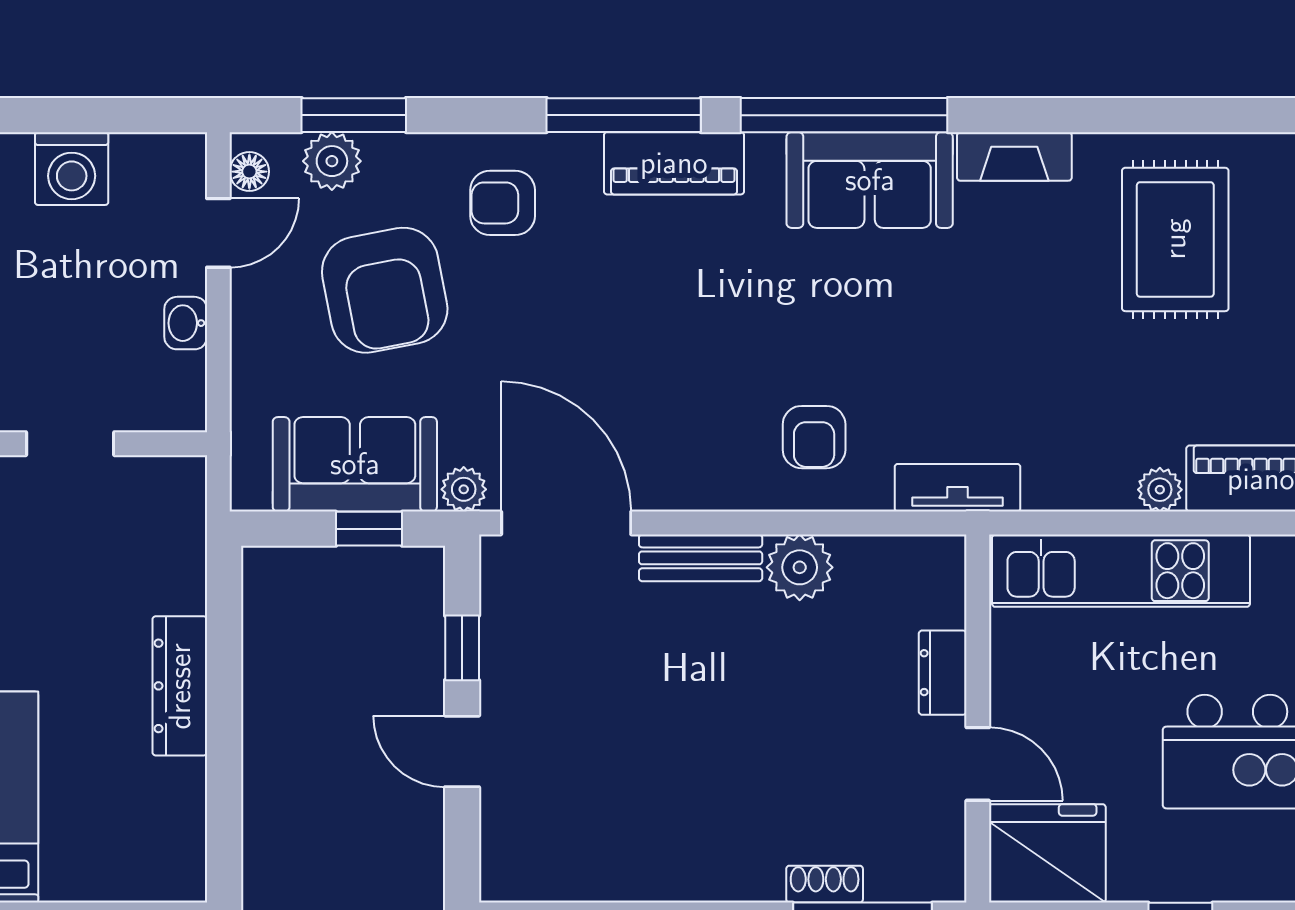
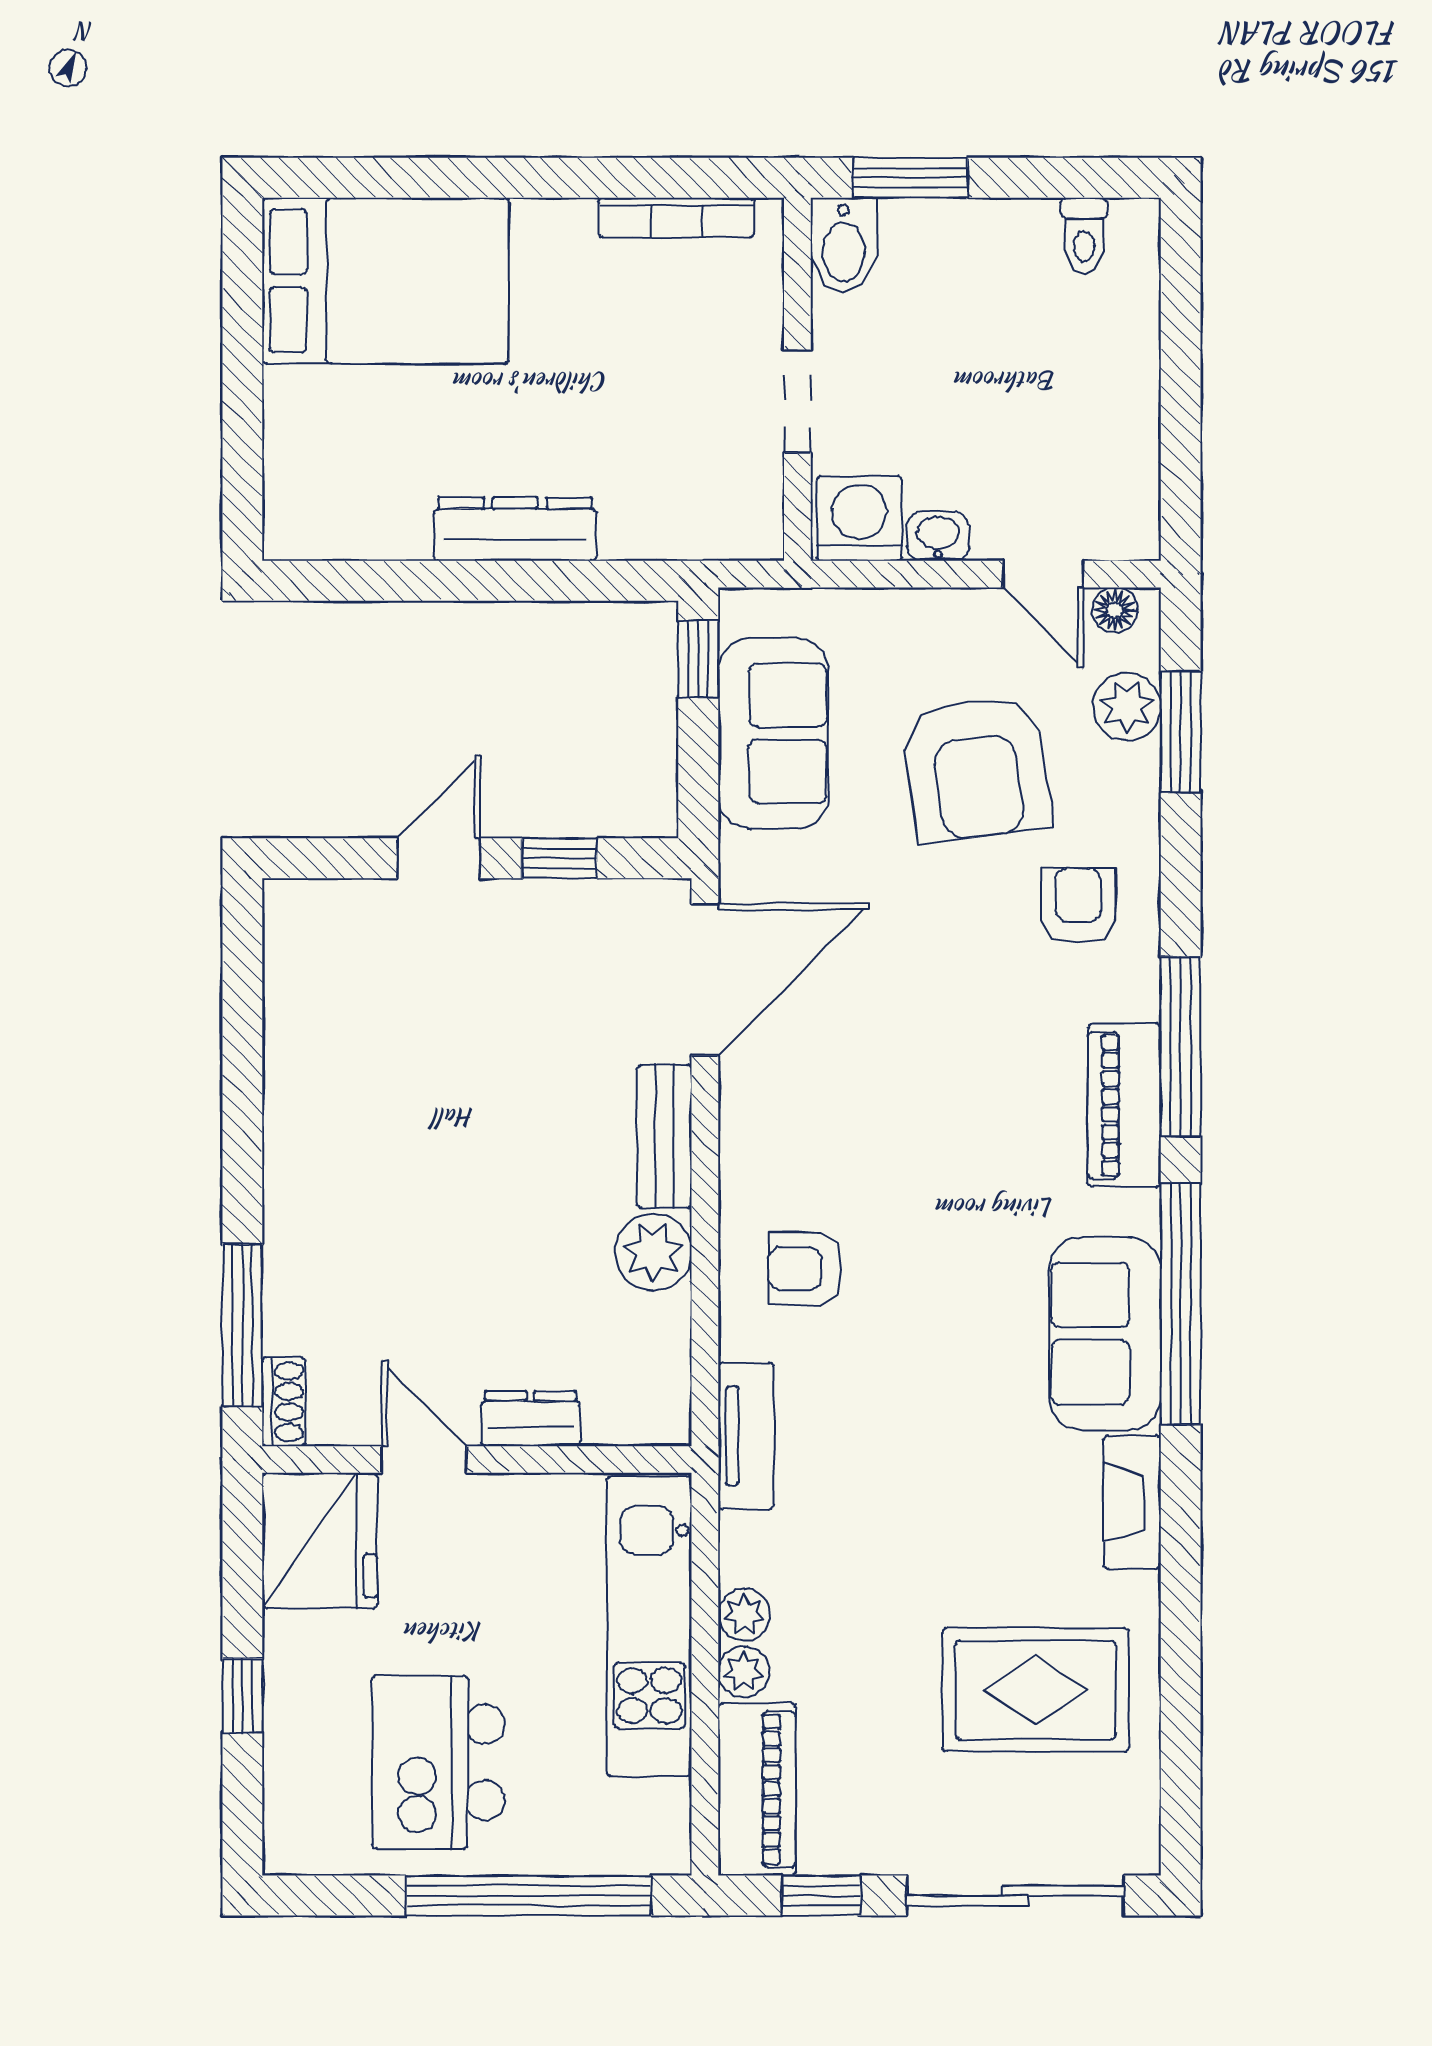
washing machine: (72, 169) -> (859, 518), moved, turned 90
armchair: (385, 290) -> (976, 768), turned -87
plant: (464, 489) -> (744, 1615), moved
window: (369, 529) -> (698, 659), moved
door: (978, 764) -> (424, 1459), swing flipped
shoe rack: (825, 884) -> (284, 1402), moved

